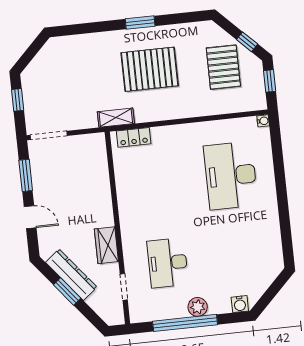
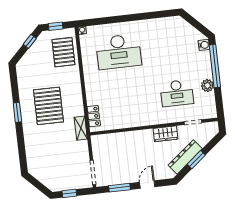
pallet: (223, 67) -> (63, 52), moved, turned 90
plant: (198, 307) -> (207, 86), moved
window: (185, 323) -> (215, 66), moved

